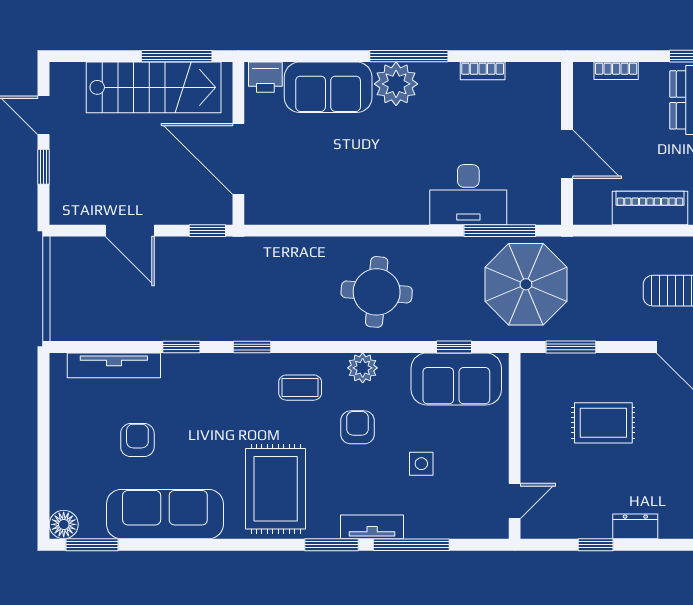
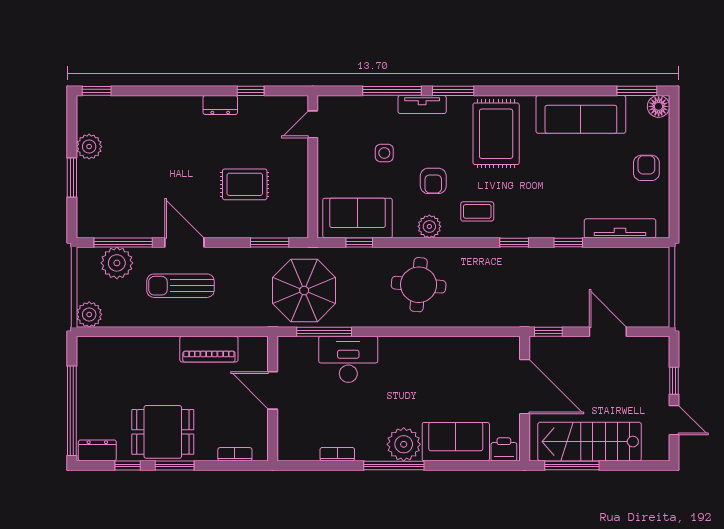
armchair: (137, 440) -> (646, 168), moved, turned 180

